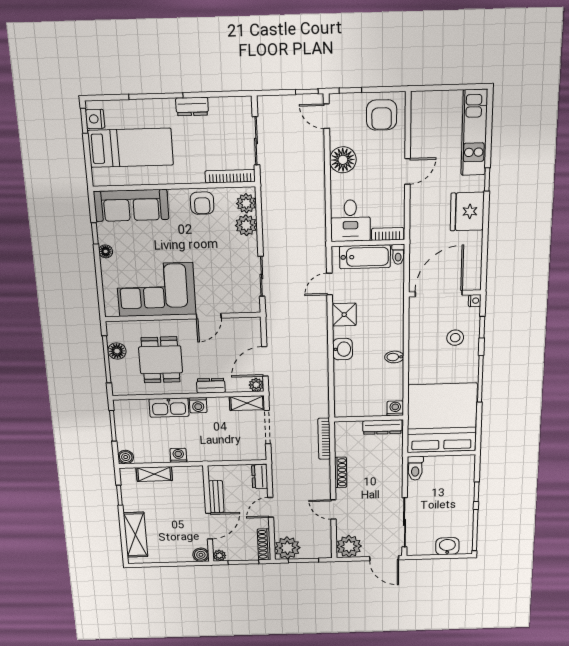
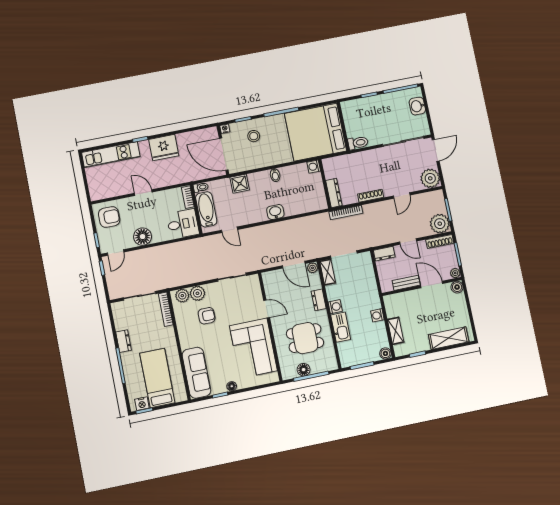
armchair: (202, 203) -> (207, 316), moved
shower: (344, 315) -> (240, 184), moved
dresser: (382, 427) -> (334, 193), moved

